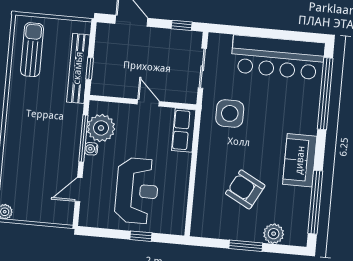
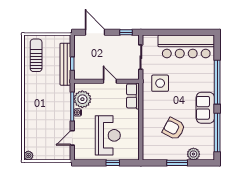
window: (325, 94) -> (217, 82), moved

